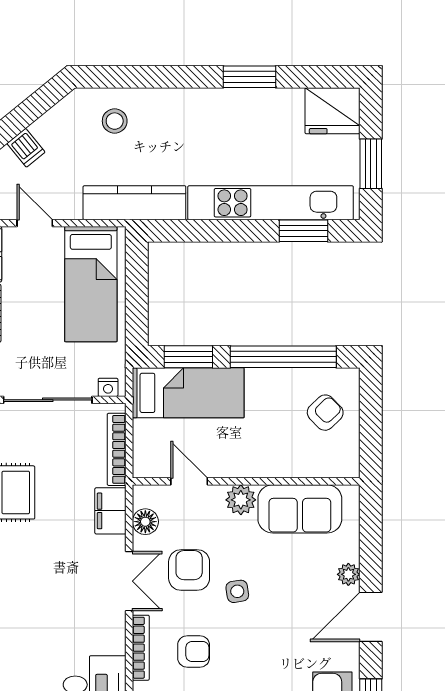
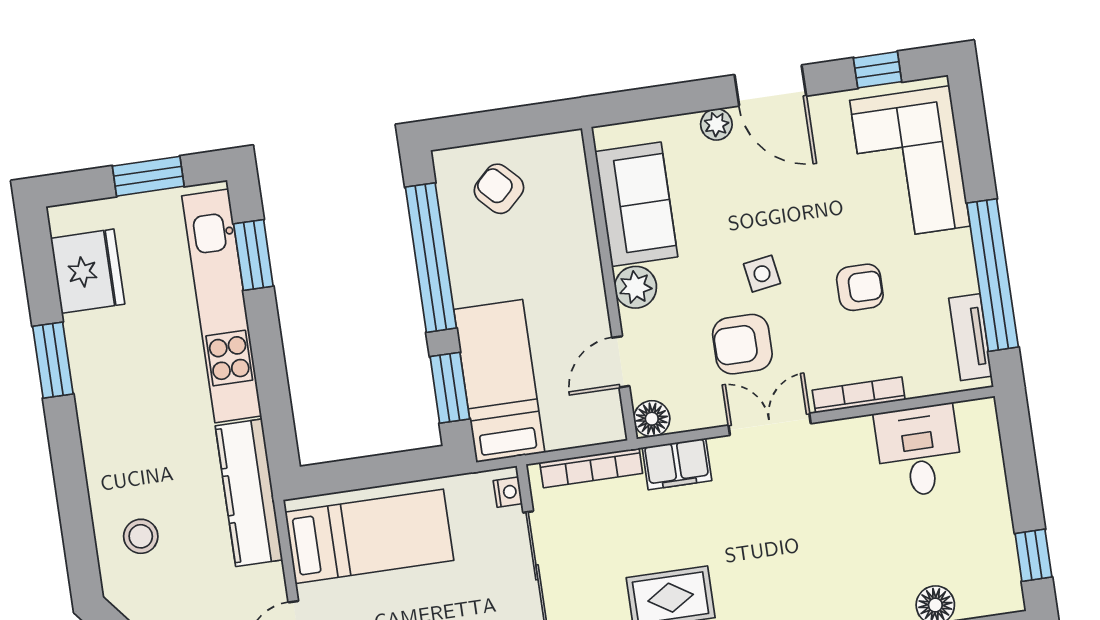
fridge: (332, 111) -> (88, 271), moved
floor lamp: (145, 522) -> (652, 419), moved
armchair: (194, 651) -> (860, 287), moved, turned 90

